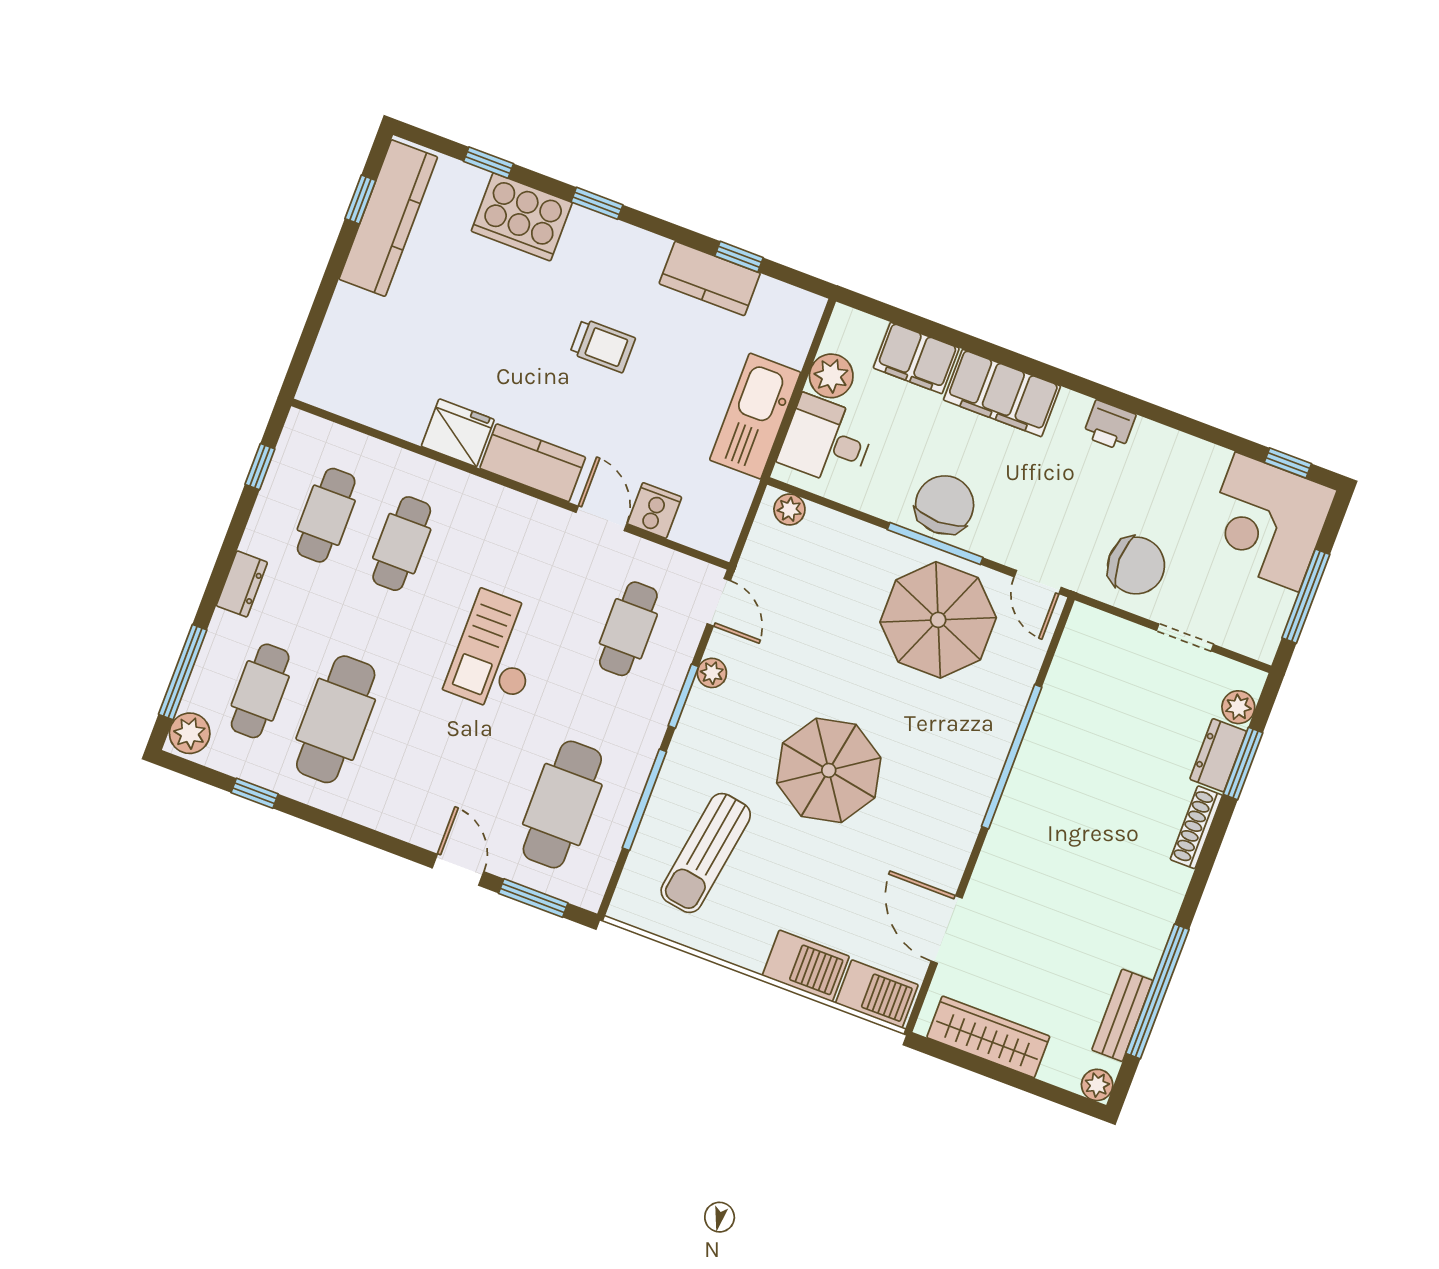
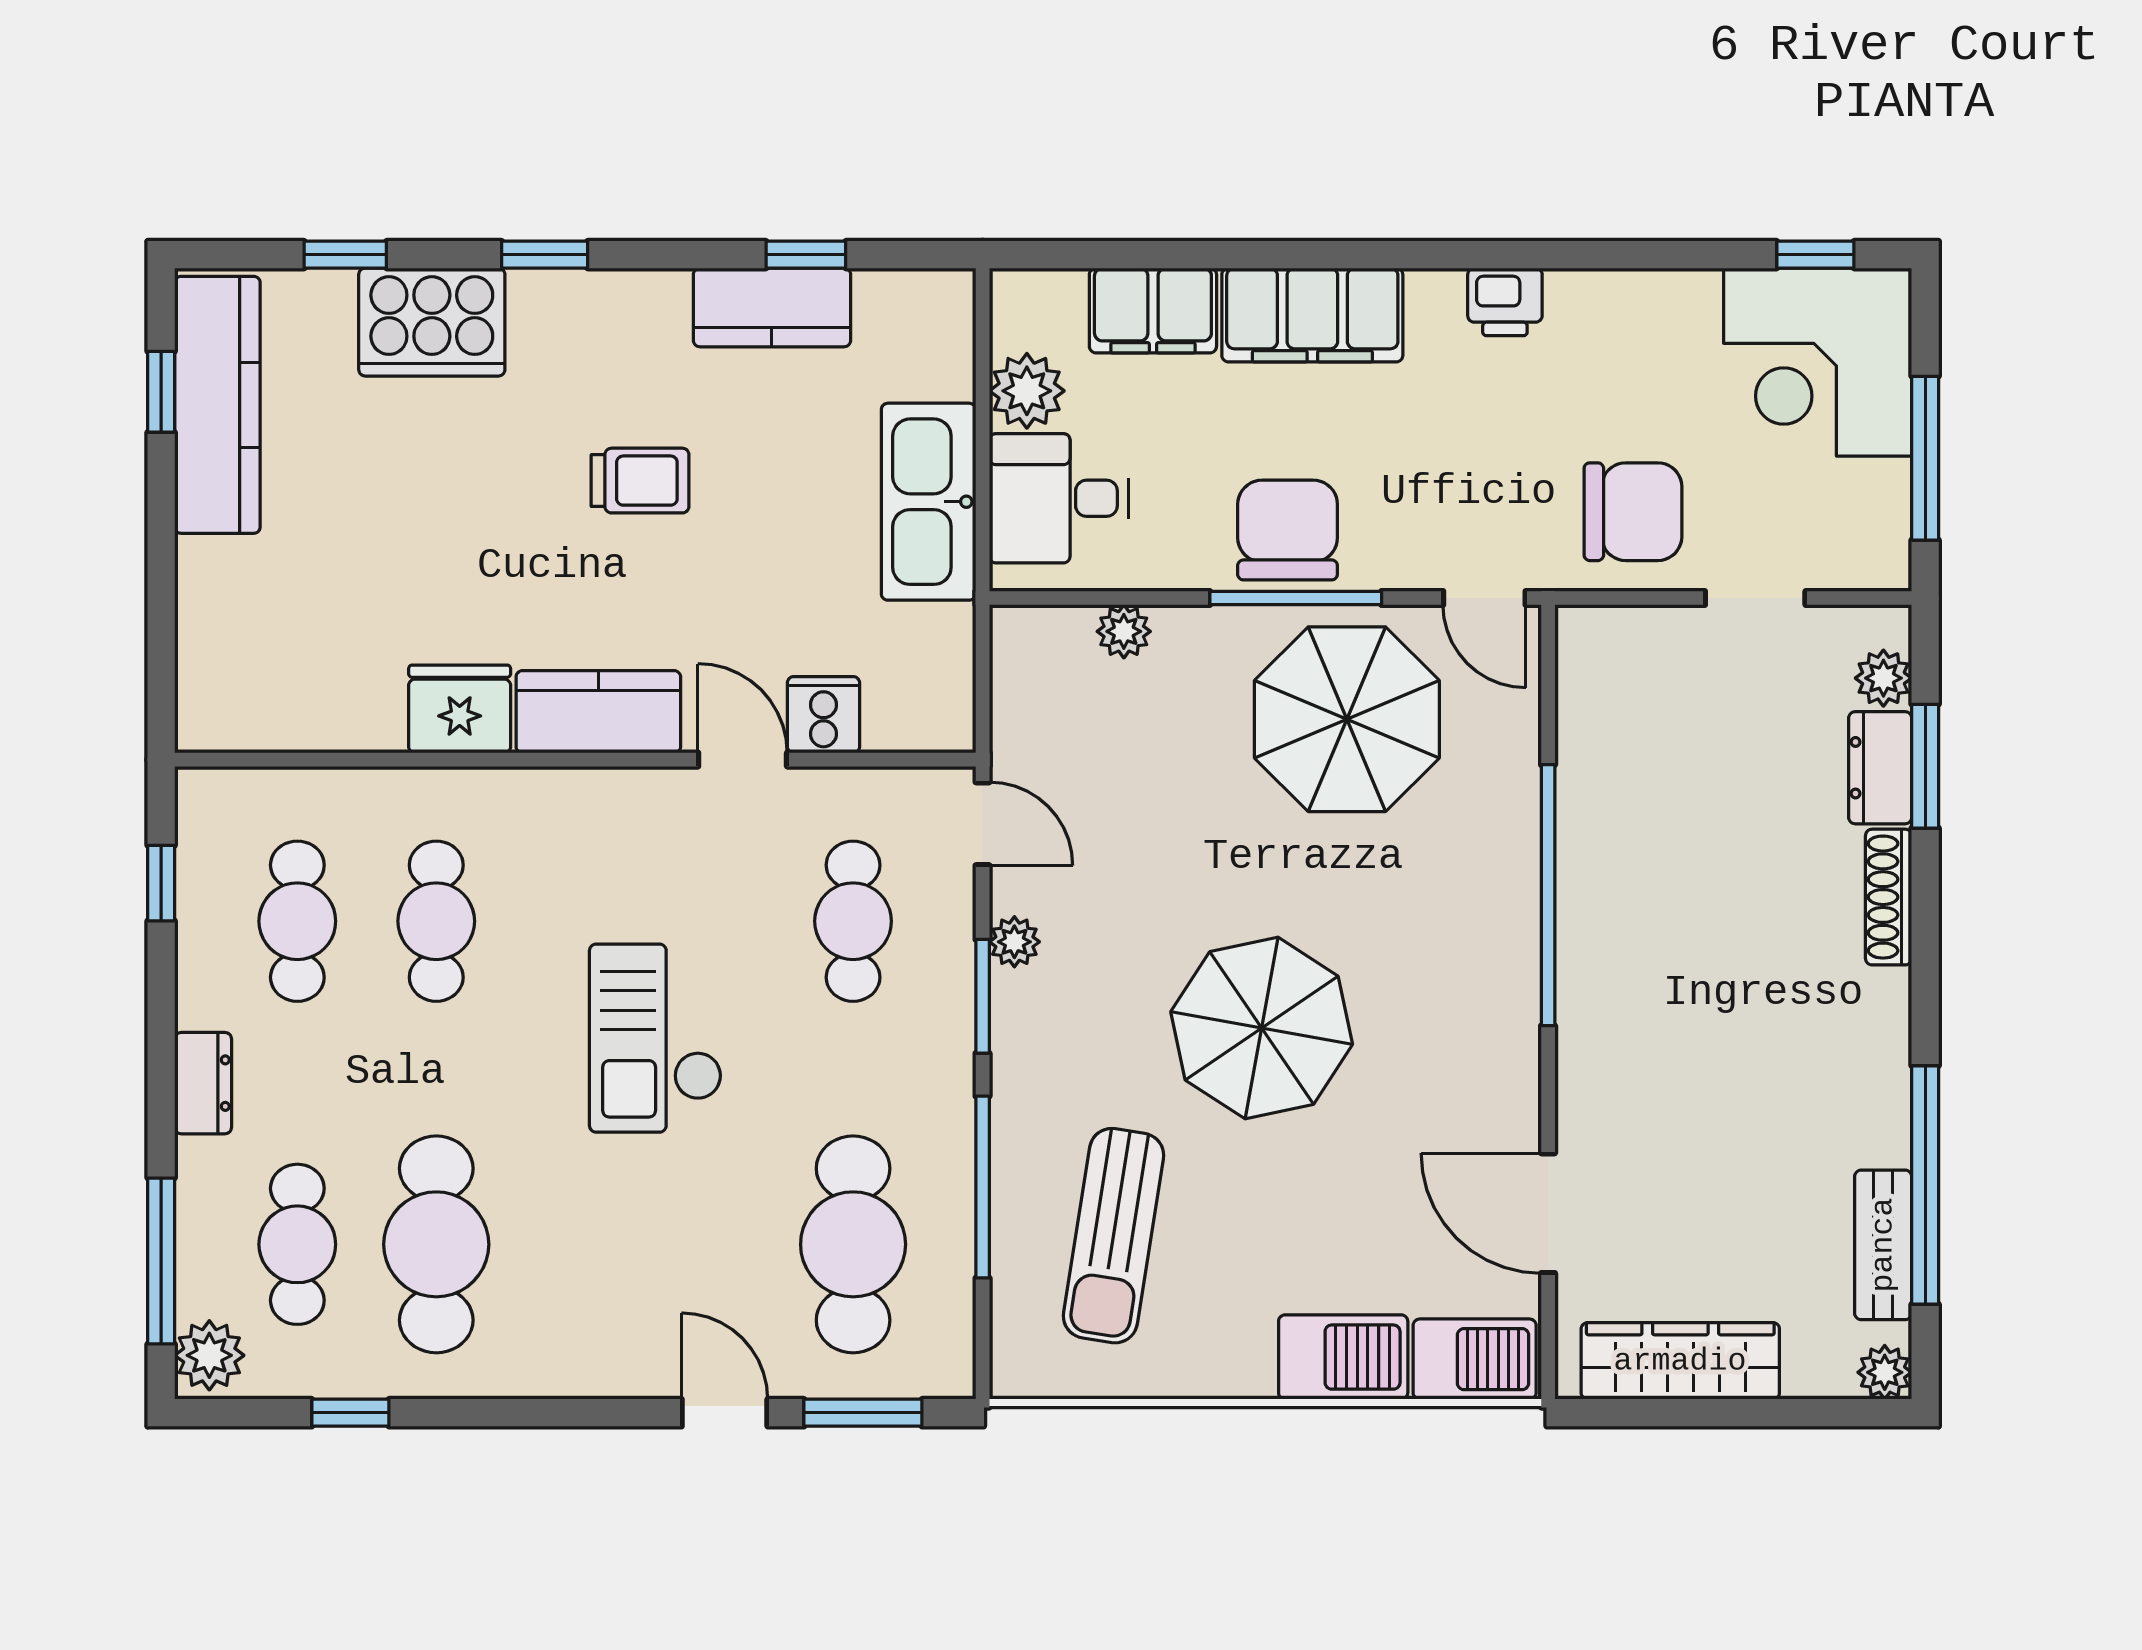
plant: (789, 509) -> (1124, 631), moved

